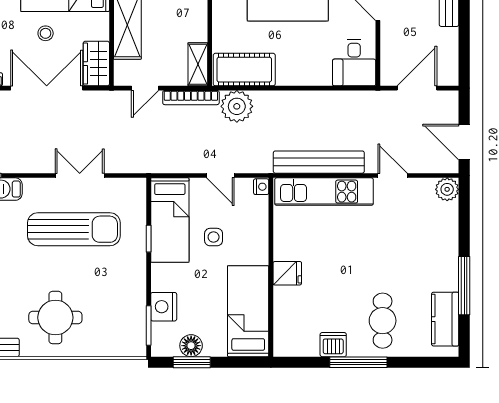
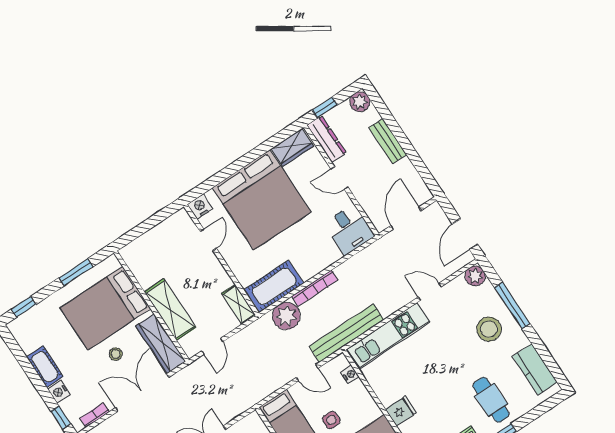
wardrobe: (96, 64) -> (161, 344), width x1.50
bookcase: (191, 98) -> (315, 288), moved
door: (464, 142) -> (465, 234), hinge flipped
bench: (319, 162) -> (346, 333), moved
nightstand: (261, 187) -> (350, 374), moved
stool: (426, 250) -> (489, 329), added
window: (464, 286) -> (512, 305), moved

